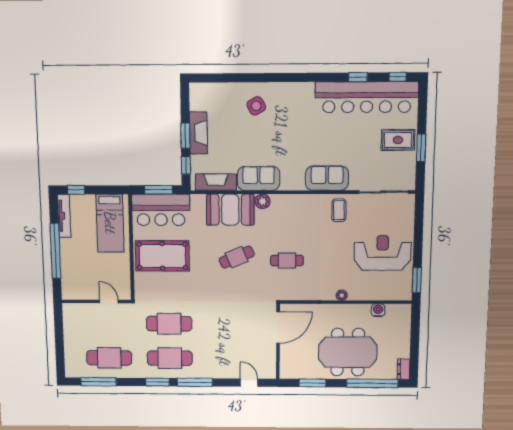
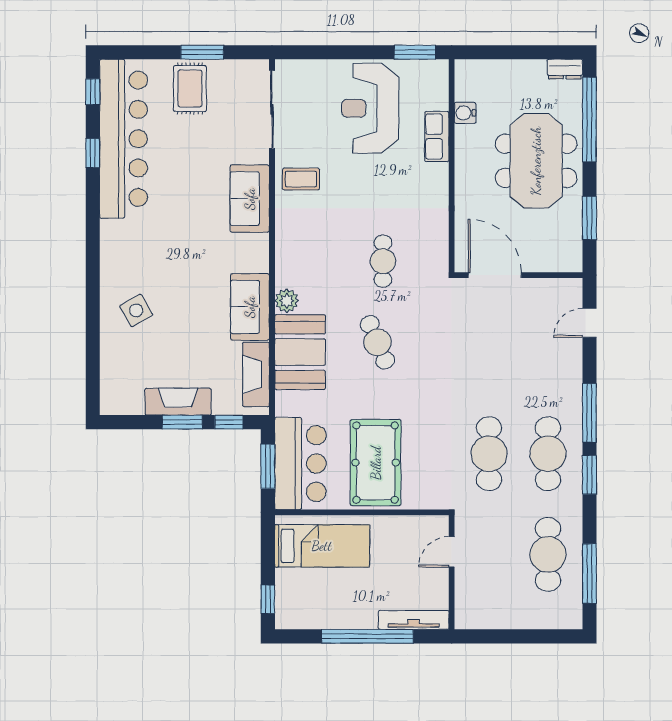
tv unit: (64, 216) -> (414, 620), moved
row of seats: (364, 293) -> (437, 137), added
plant: (342, 295) -> (440, 172), removed

